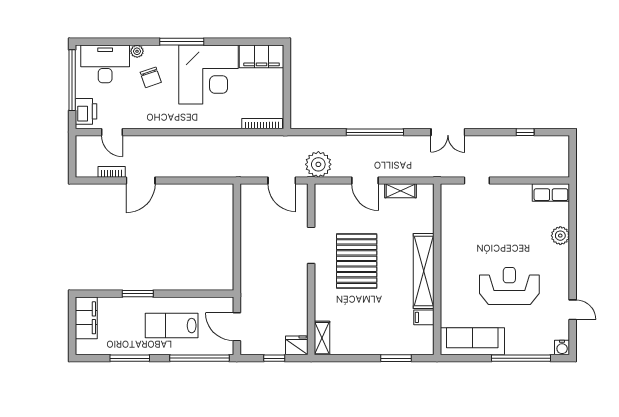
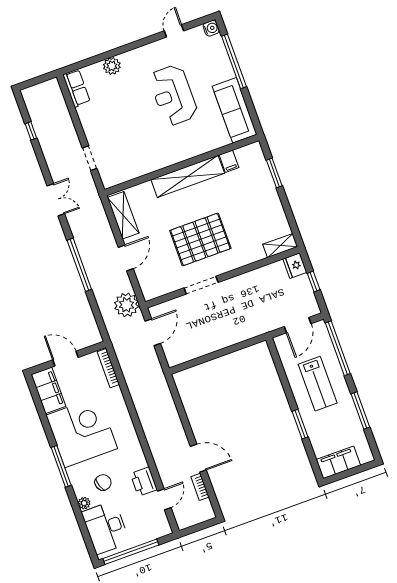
door: (287, 85) -> (66, 359), added
printer: (86, 111) -> (144, 482), moved, turned -90
shelving: (400, 191) -> (123, 215), width x1.50, depth x1.33

